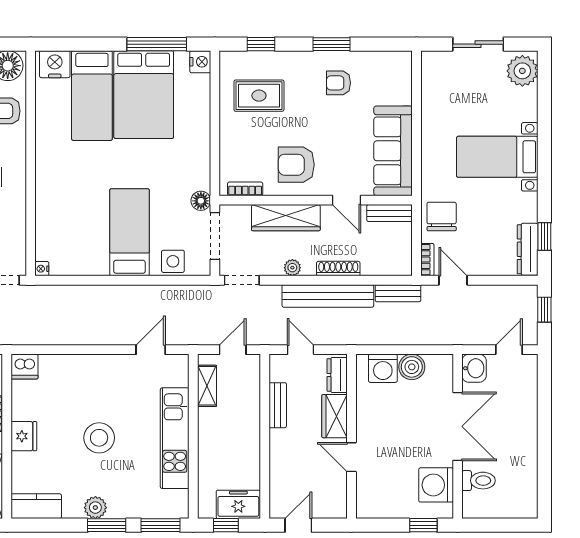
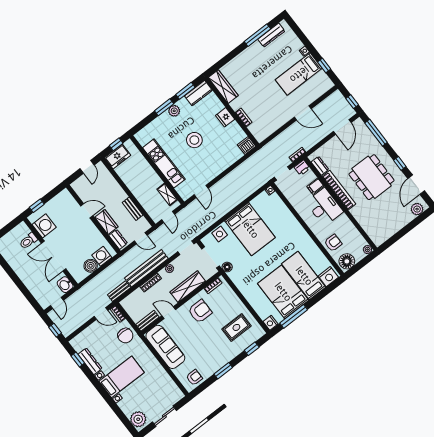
armchair: (338, 83) -> (194, 377), moved
bed: (129, 232) -> (250, 229), width x1.50
dresser: (528, 249) -> (90, 361), moved
window: (161, 525) -> (185, 91), moved

